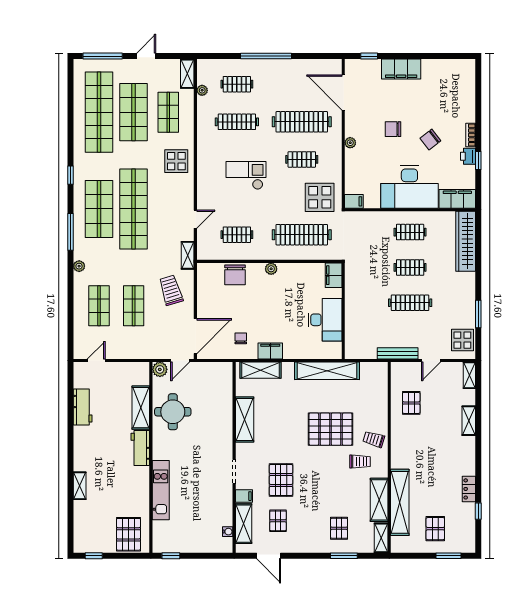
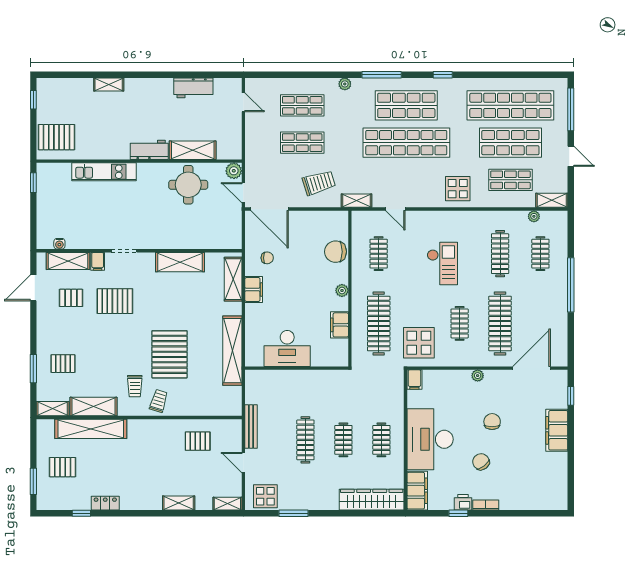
filing cabinet: (334, 275) -> (340, 325), moved, turned -90

